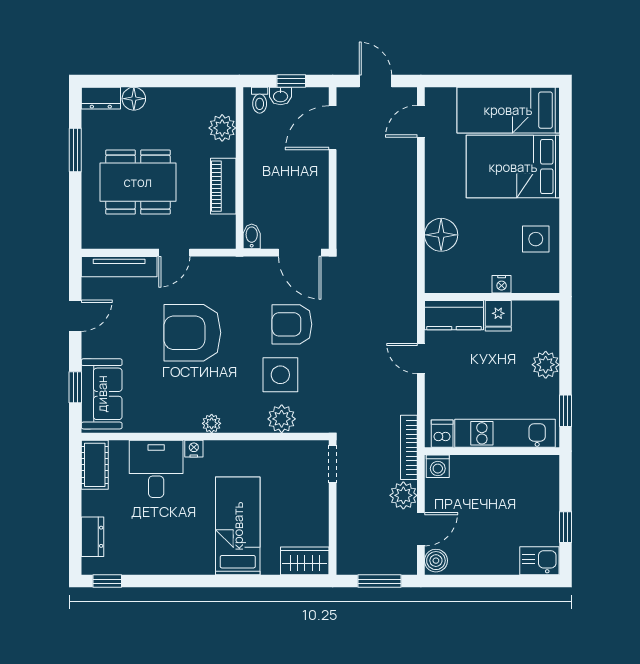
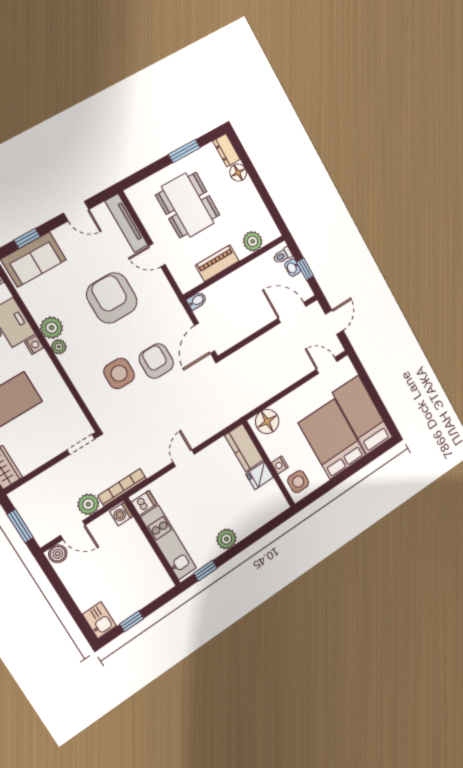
nightstand: (502, 284) -> (280, 465), moved
wall: (492, 297) -> (269, 464), moved
kitchen counter: (454, 315) -> (244, 448), moved
fridge: (498, 316) -> (260, 476), moved
plant: (282, 419) -> (52, 328), moved

